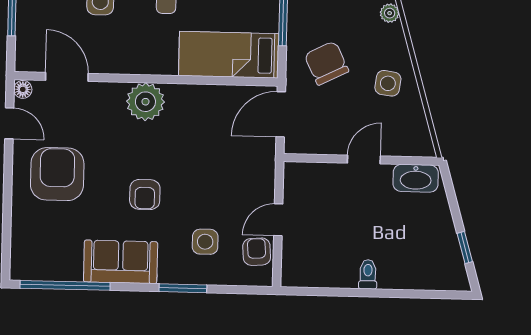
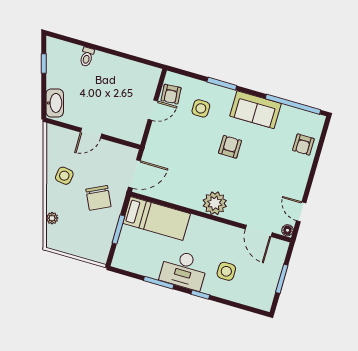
armchair: (57, 174) -> (303, 145), moved, width x0.53, depth x0.53
washbasin: (416, 178) -> (55, 103), moved, turned 74
toilet: (368, 274) -> (87, 57), moved

